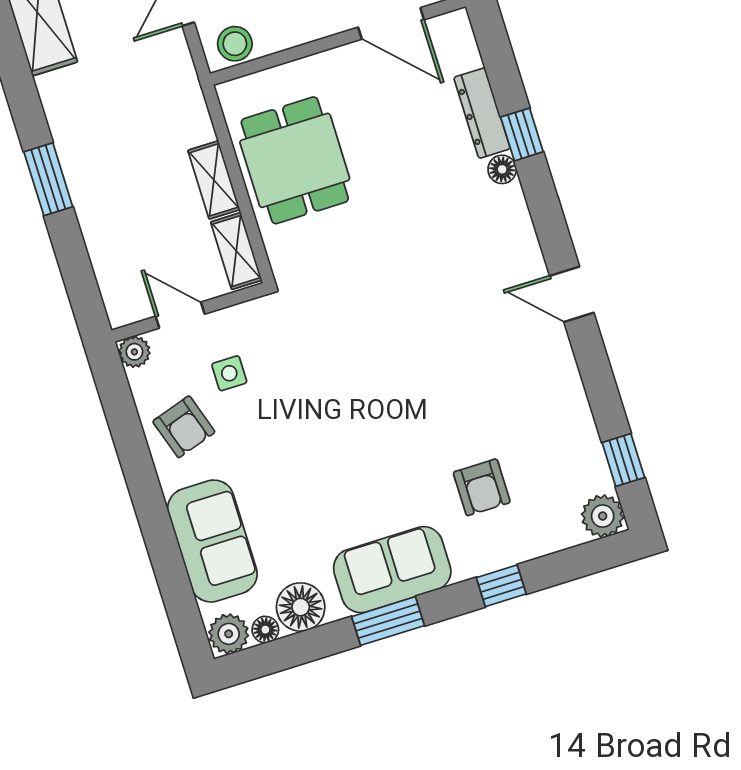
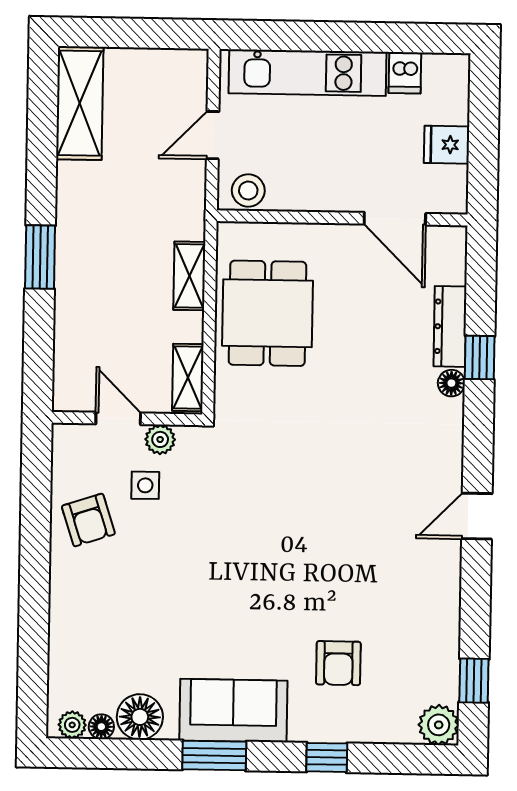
shelving: (214, 180) -> (189, 276), moved
door: (572, 294) -> (477, 516), hinge flipped
plant: (134, 352) -> (160, 439), moved
sofa: (212, 541) -> (80, 631), removed
plant: (229, 634) -> (72, 725), width x0.73, depth x0.73

